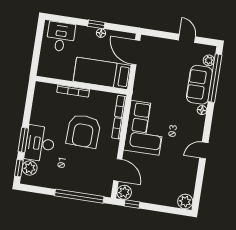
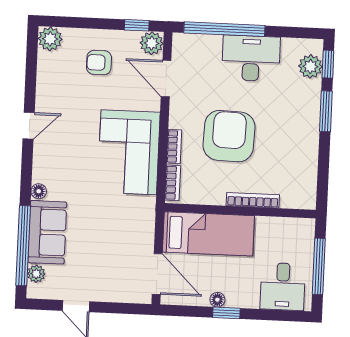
window: (38, 47) -> (319, 266), added
desk: (40, 144) -> (251, 58), moved, turned -90
armchair: (157, 184) -> (99, 63), added

